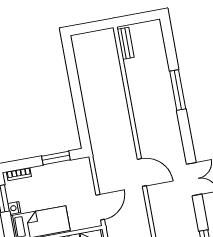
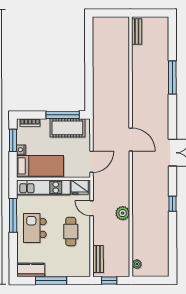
window: (56, 158) -> (63, 115), width x1.44
cot: (64, 172) -> (67, 128), added

